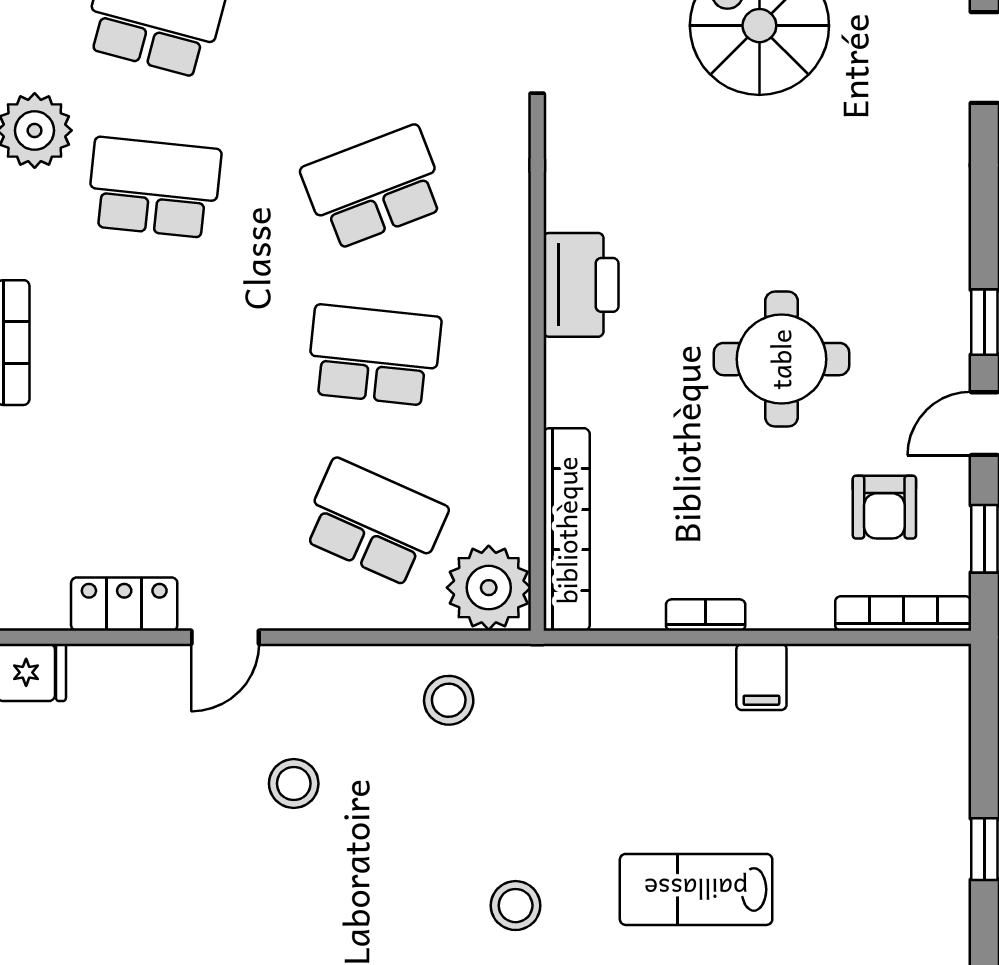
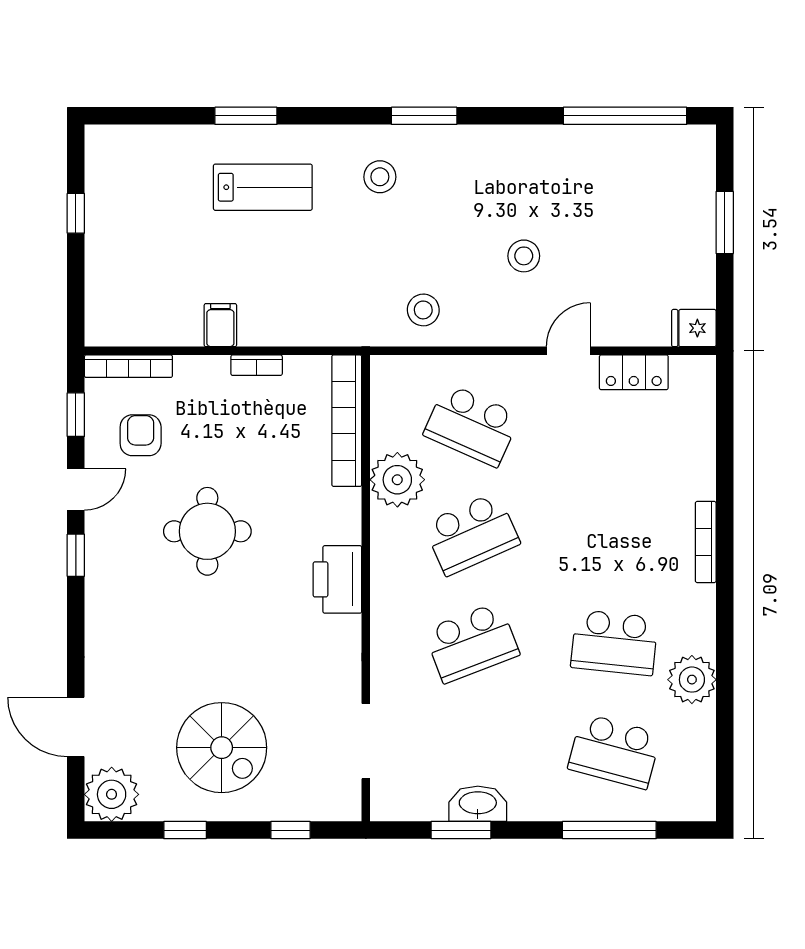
school desk: (374, 355) -> (472, 534), turned -30
plant: (489, 588) -> (397, 480), moved

